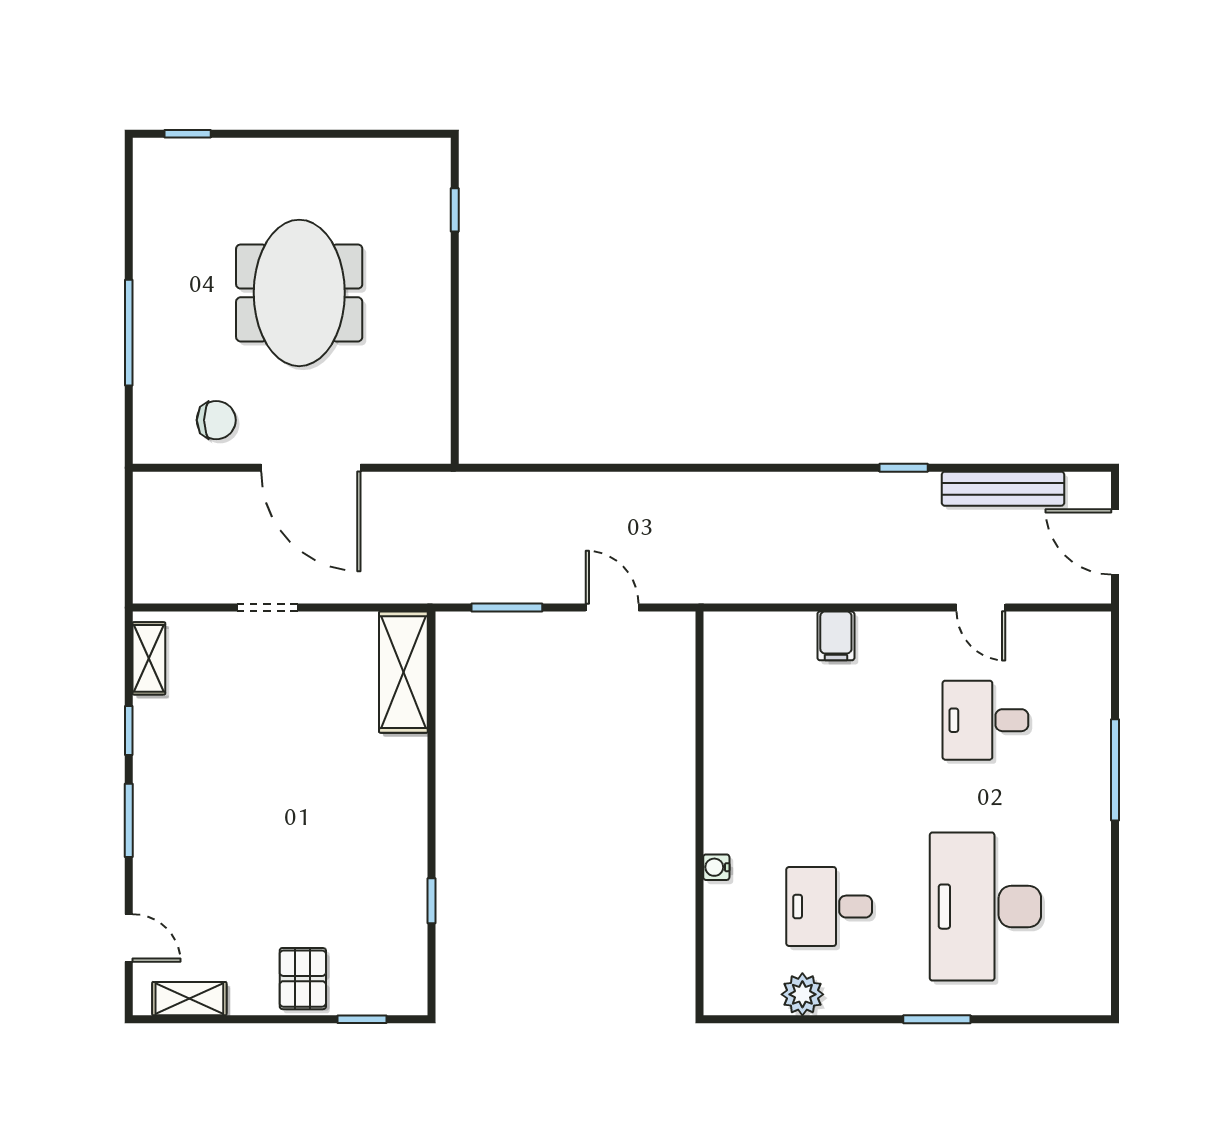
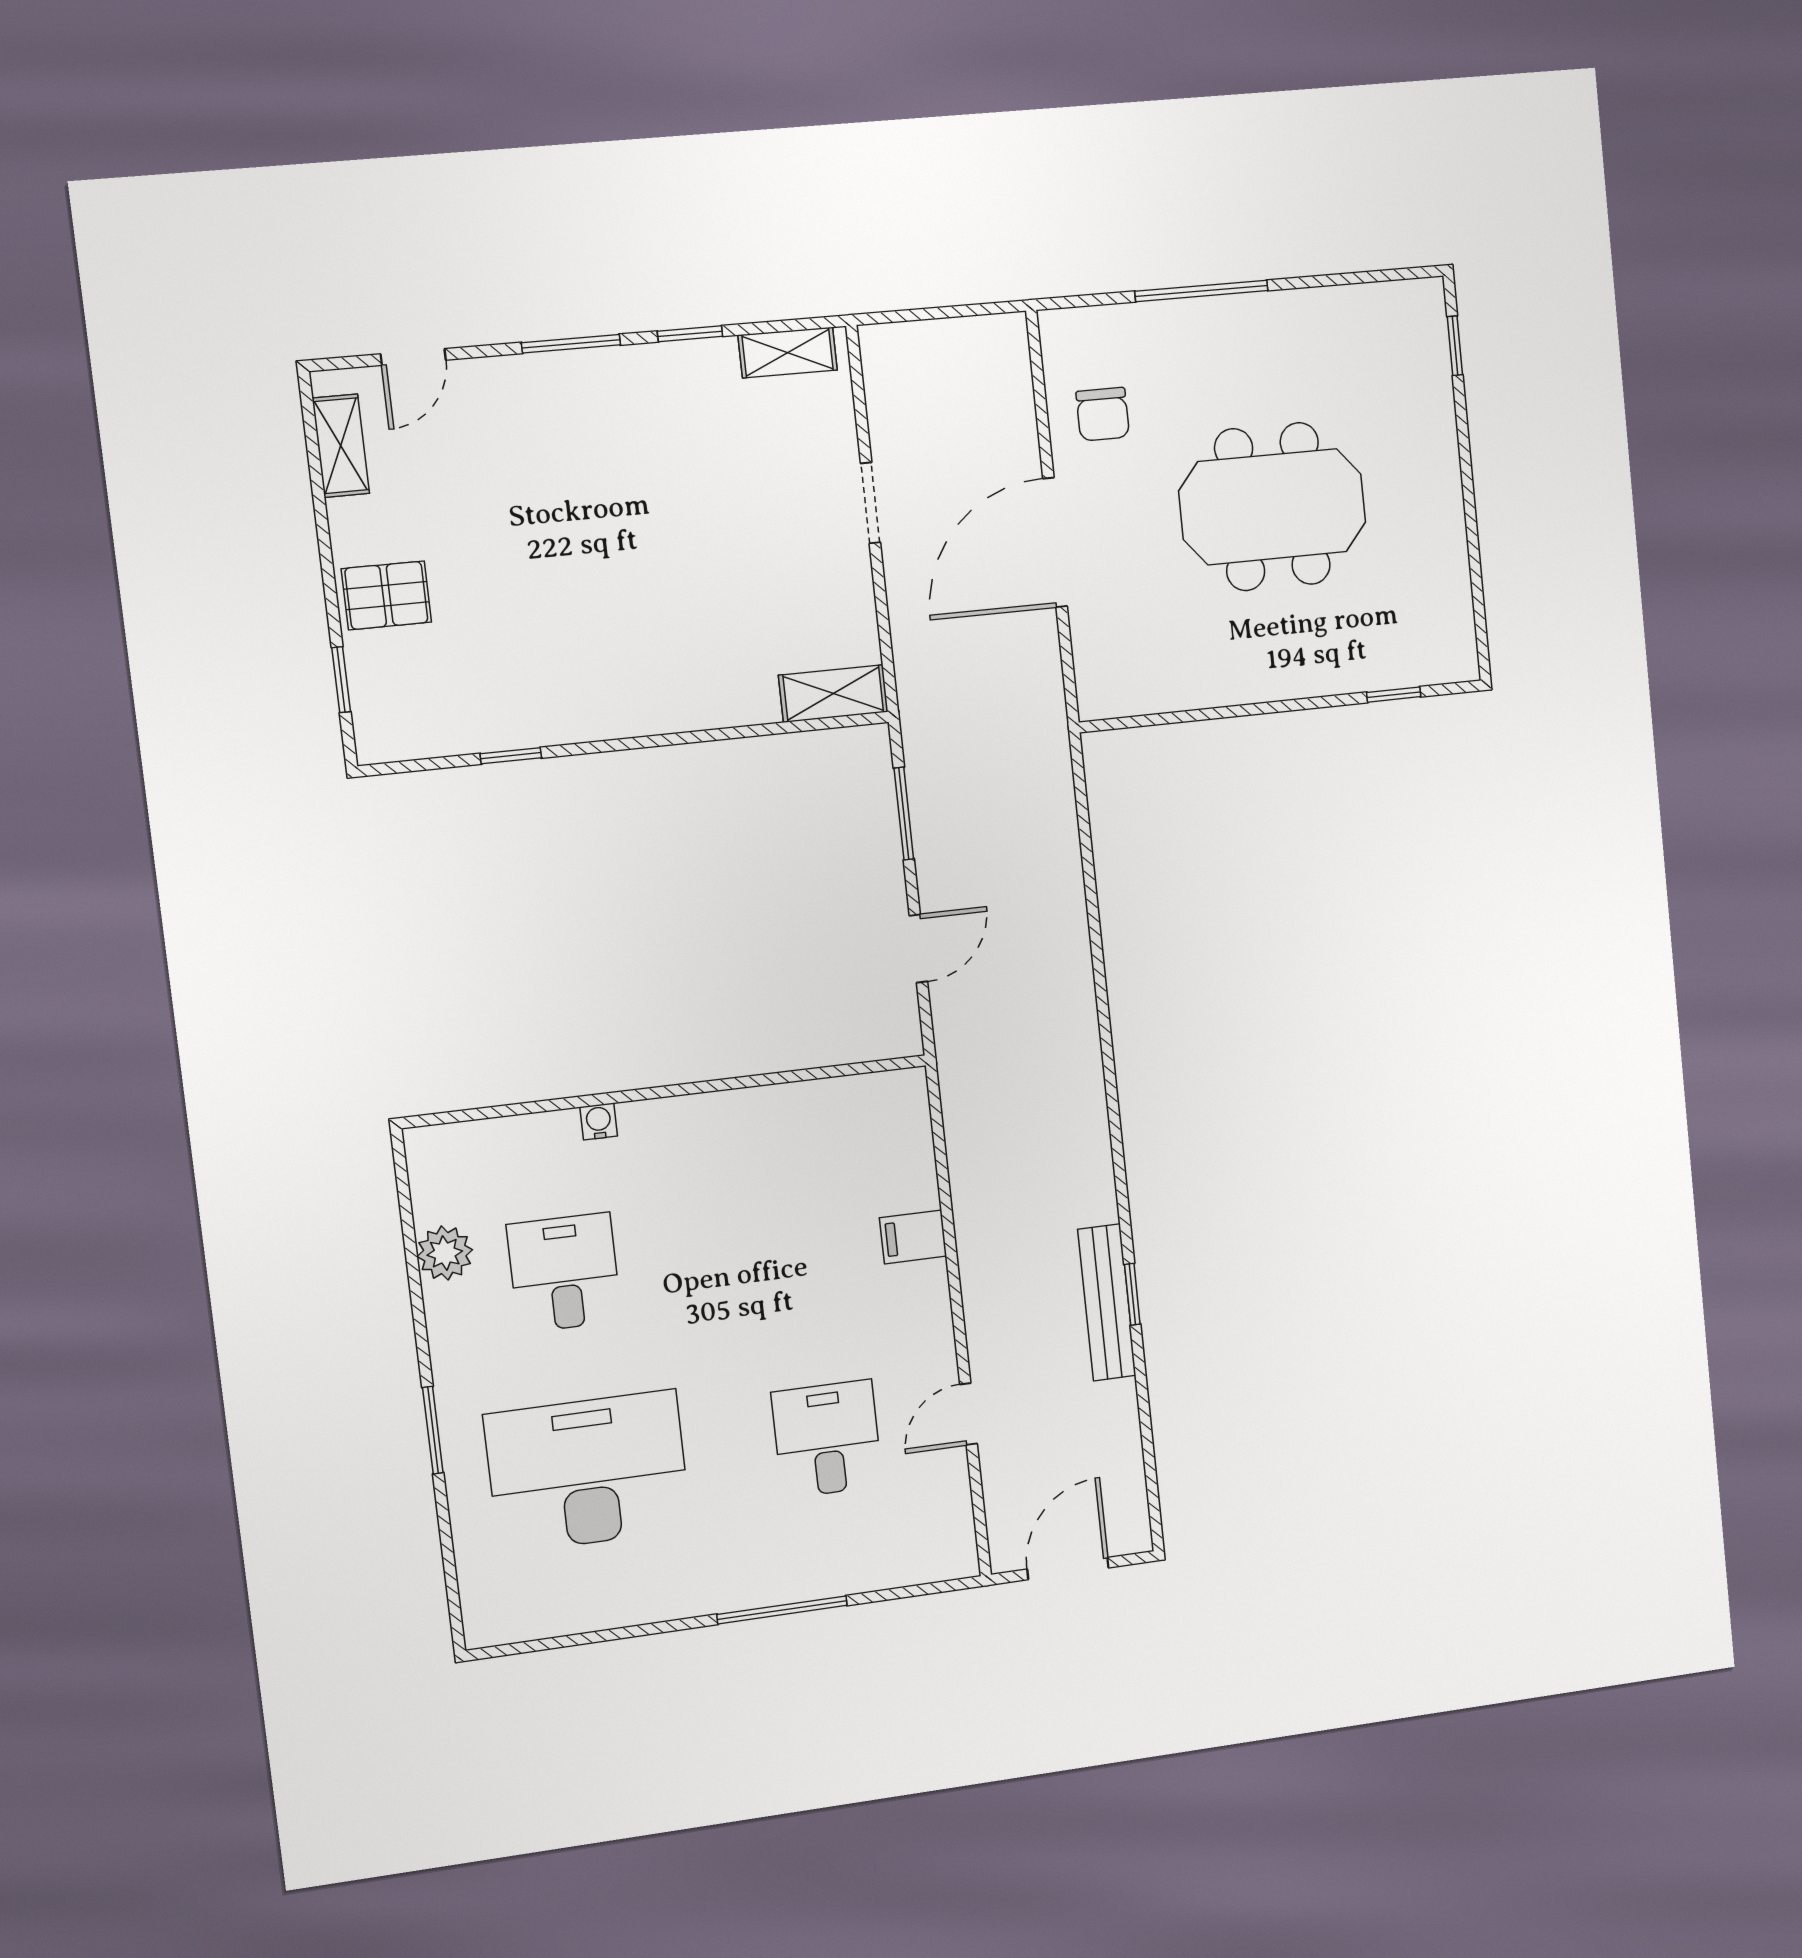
bench: (1003, 489) -> (1107, 1302), moved
shelving: (403, 672) -> (833, 694), width x0.67, depth x0.75

